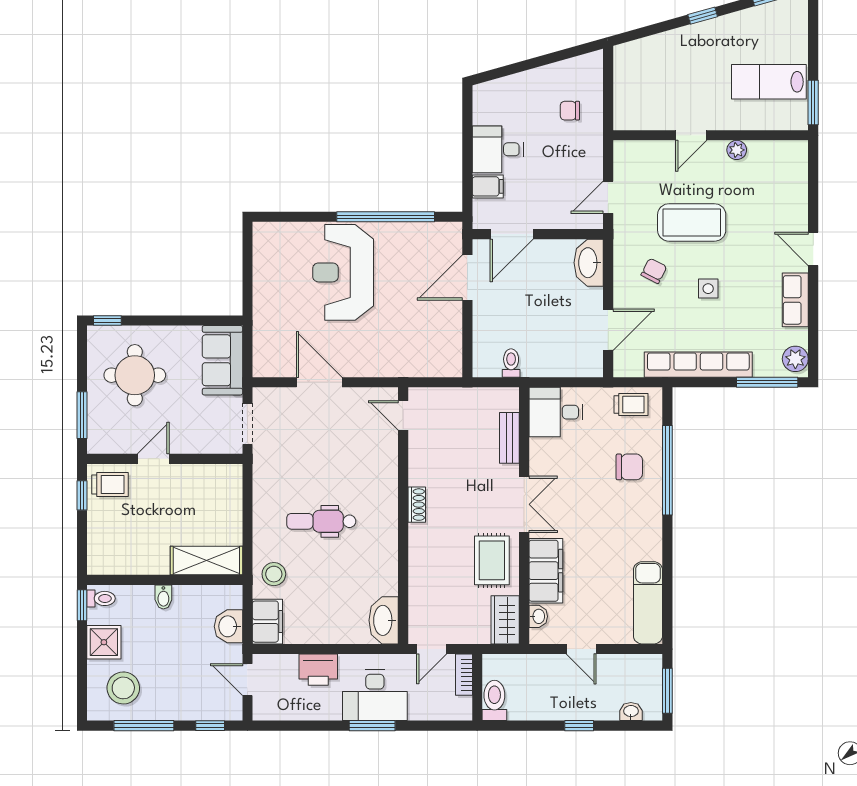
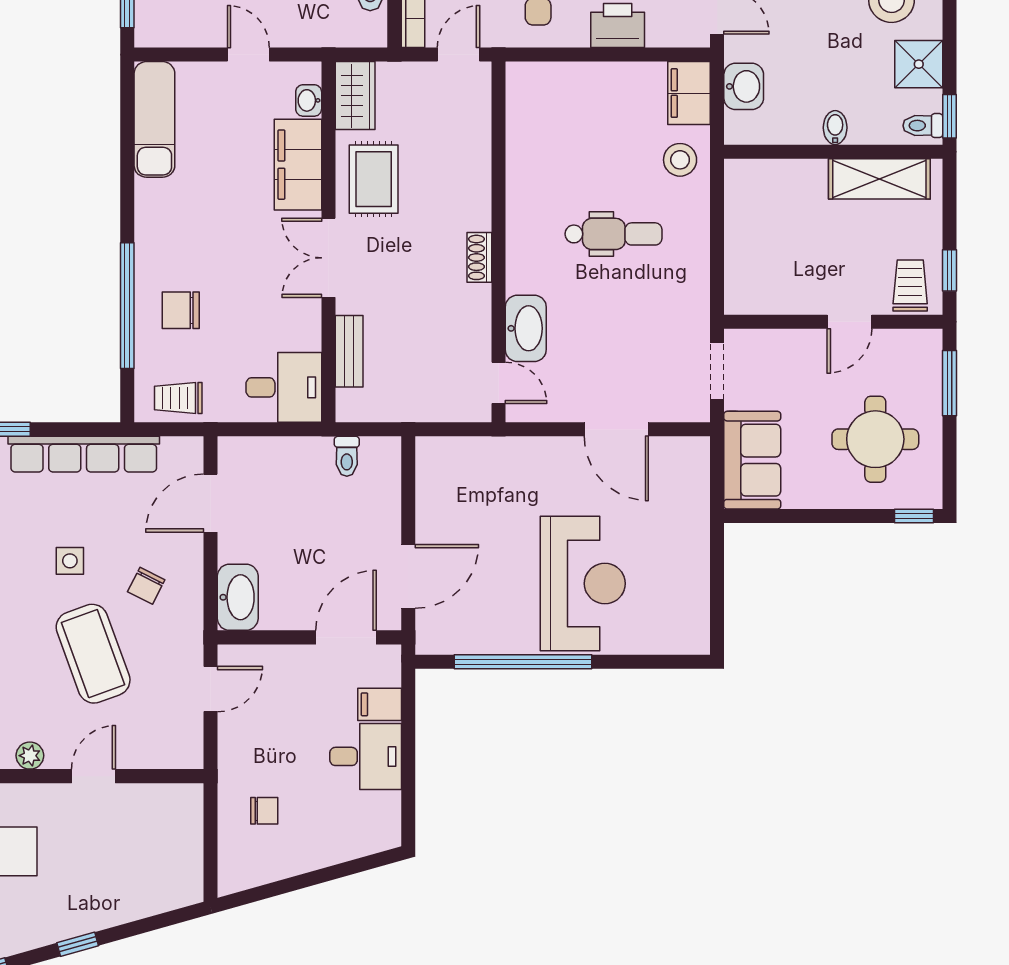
coffee table: (692, 222) -> (93, 654), turned 70
trolley: (110, 485) -> (910, 286), turned 90
shelving: (206, 560) -> (879, 179), moved
washbasin: (384, 620) -> (526, 328), moved

